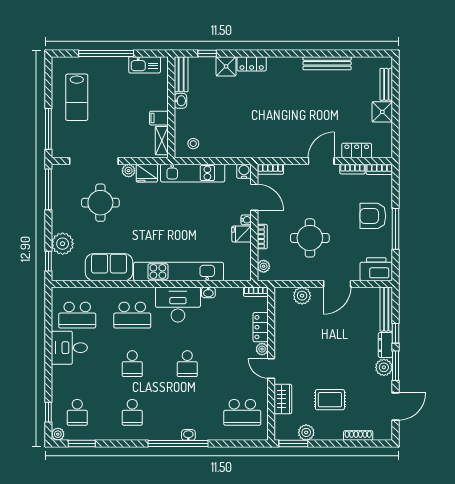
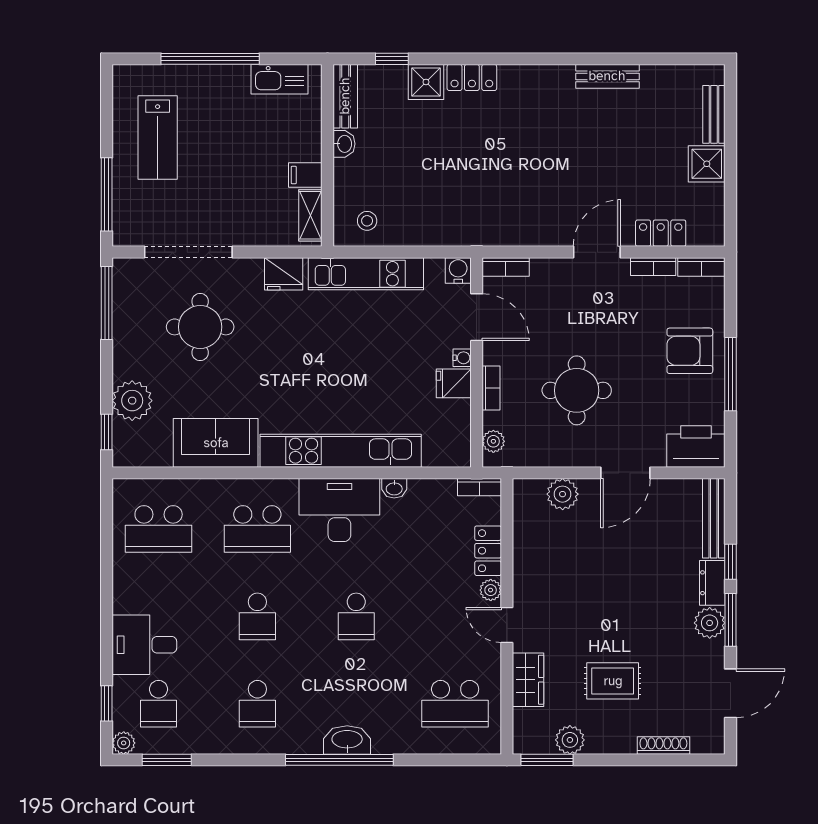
bench: (327, 63) -> (607, 76), width x0.73
plant: (129, 171) -> (251, 269), removed
desk: (69, 348) -> (144, 645), moved
washbasin: (188, 435) -> (347, 740), width x1.91, depth x1.45

